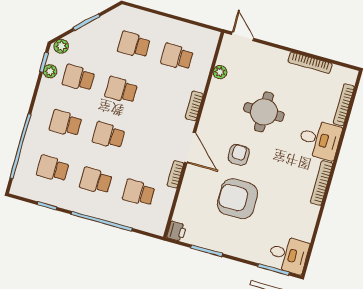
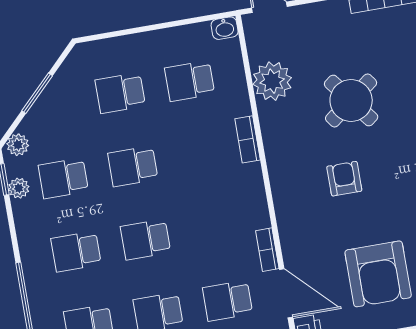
washbasin: (211, 36) -> (225, 28), added
plant: (220, 72) -> (272, 81), width x1.88, depth x1.88
round table: (264, 112) -> (351, 100), turned -37
door: (190, 148) -> (286, 293), moved
armchair: (237, 199) -> (378, 274), moved, turned -90

